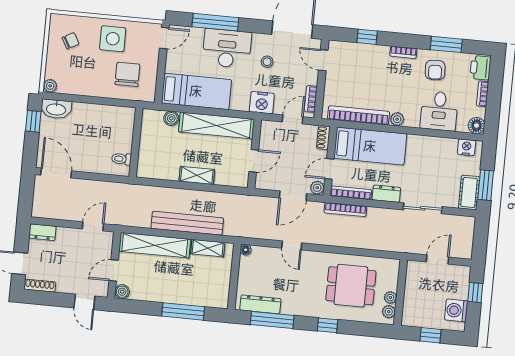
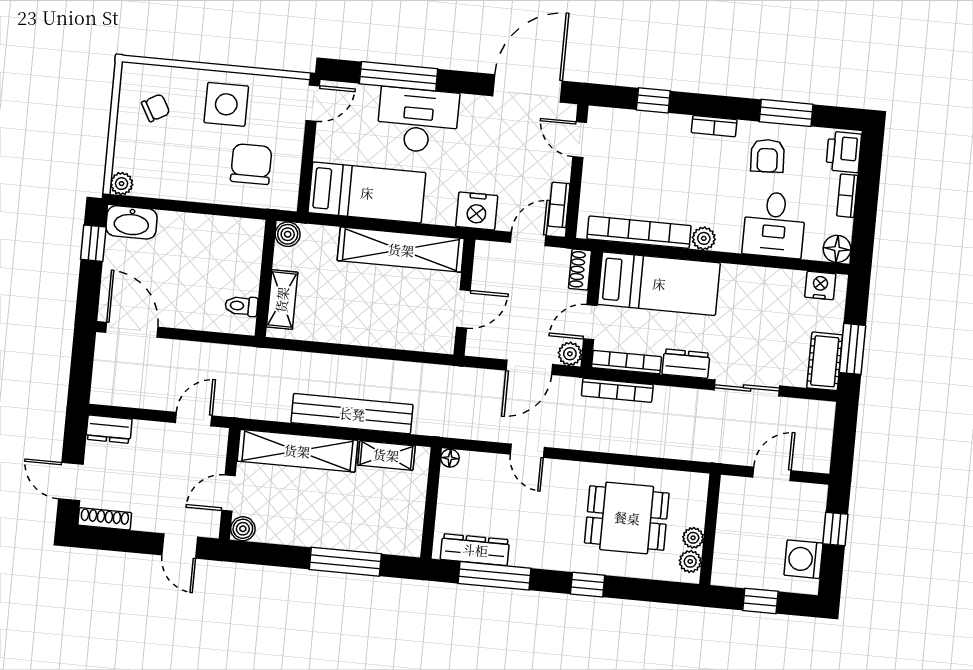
stool: (267, 62) -> (485, 142), removed
boiler: (171, 118) -> (288, 234), moved
shelving: (197, 175) -> (282, 300), moved, turned 90

